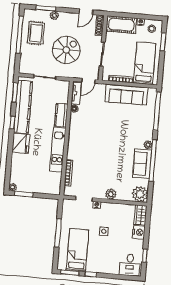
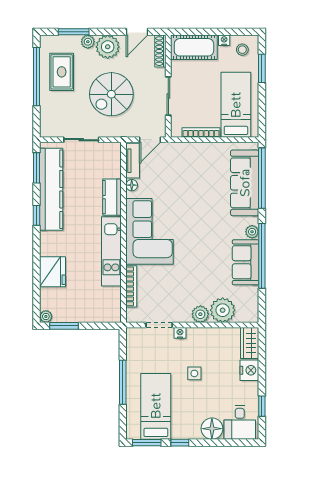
plant: (67, 20) -> (108, 47), added
spiral stairs: (66, 50) -> (111, 94), turned 180
sofa: (126, 95) -> (245, 183), moved, turned 90
corner sofa: (83, 139) -> (150, 231), added
fridge: (21, 143) -> (52, 272), moved
plant: (140, 194) -> (223, 310), moved
floor lamp: (112, 267) -> (212, 429), added

